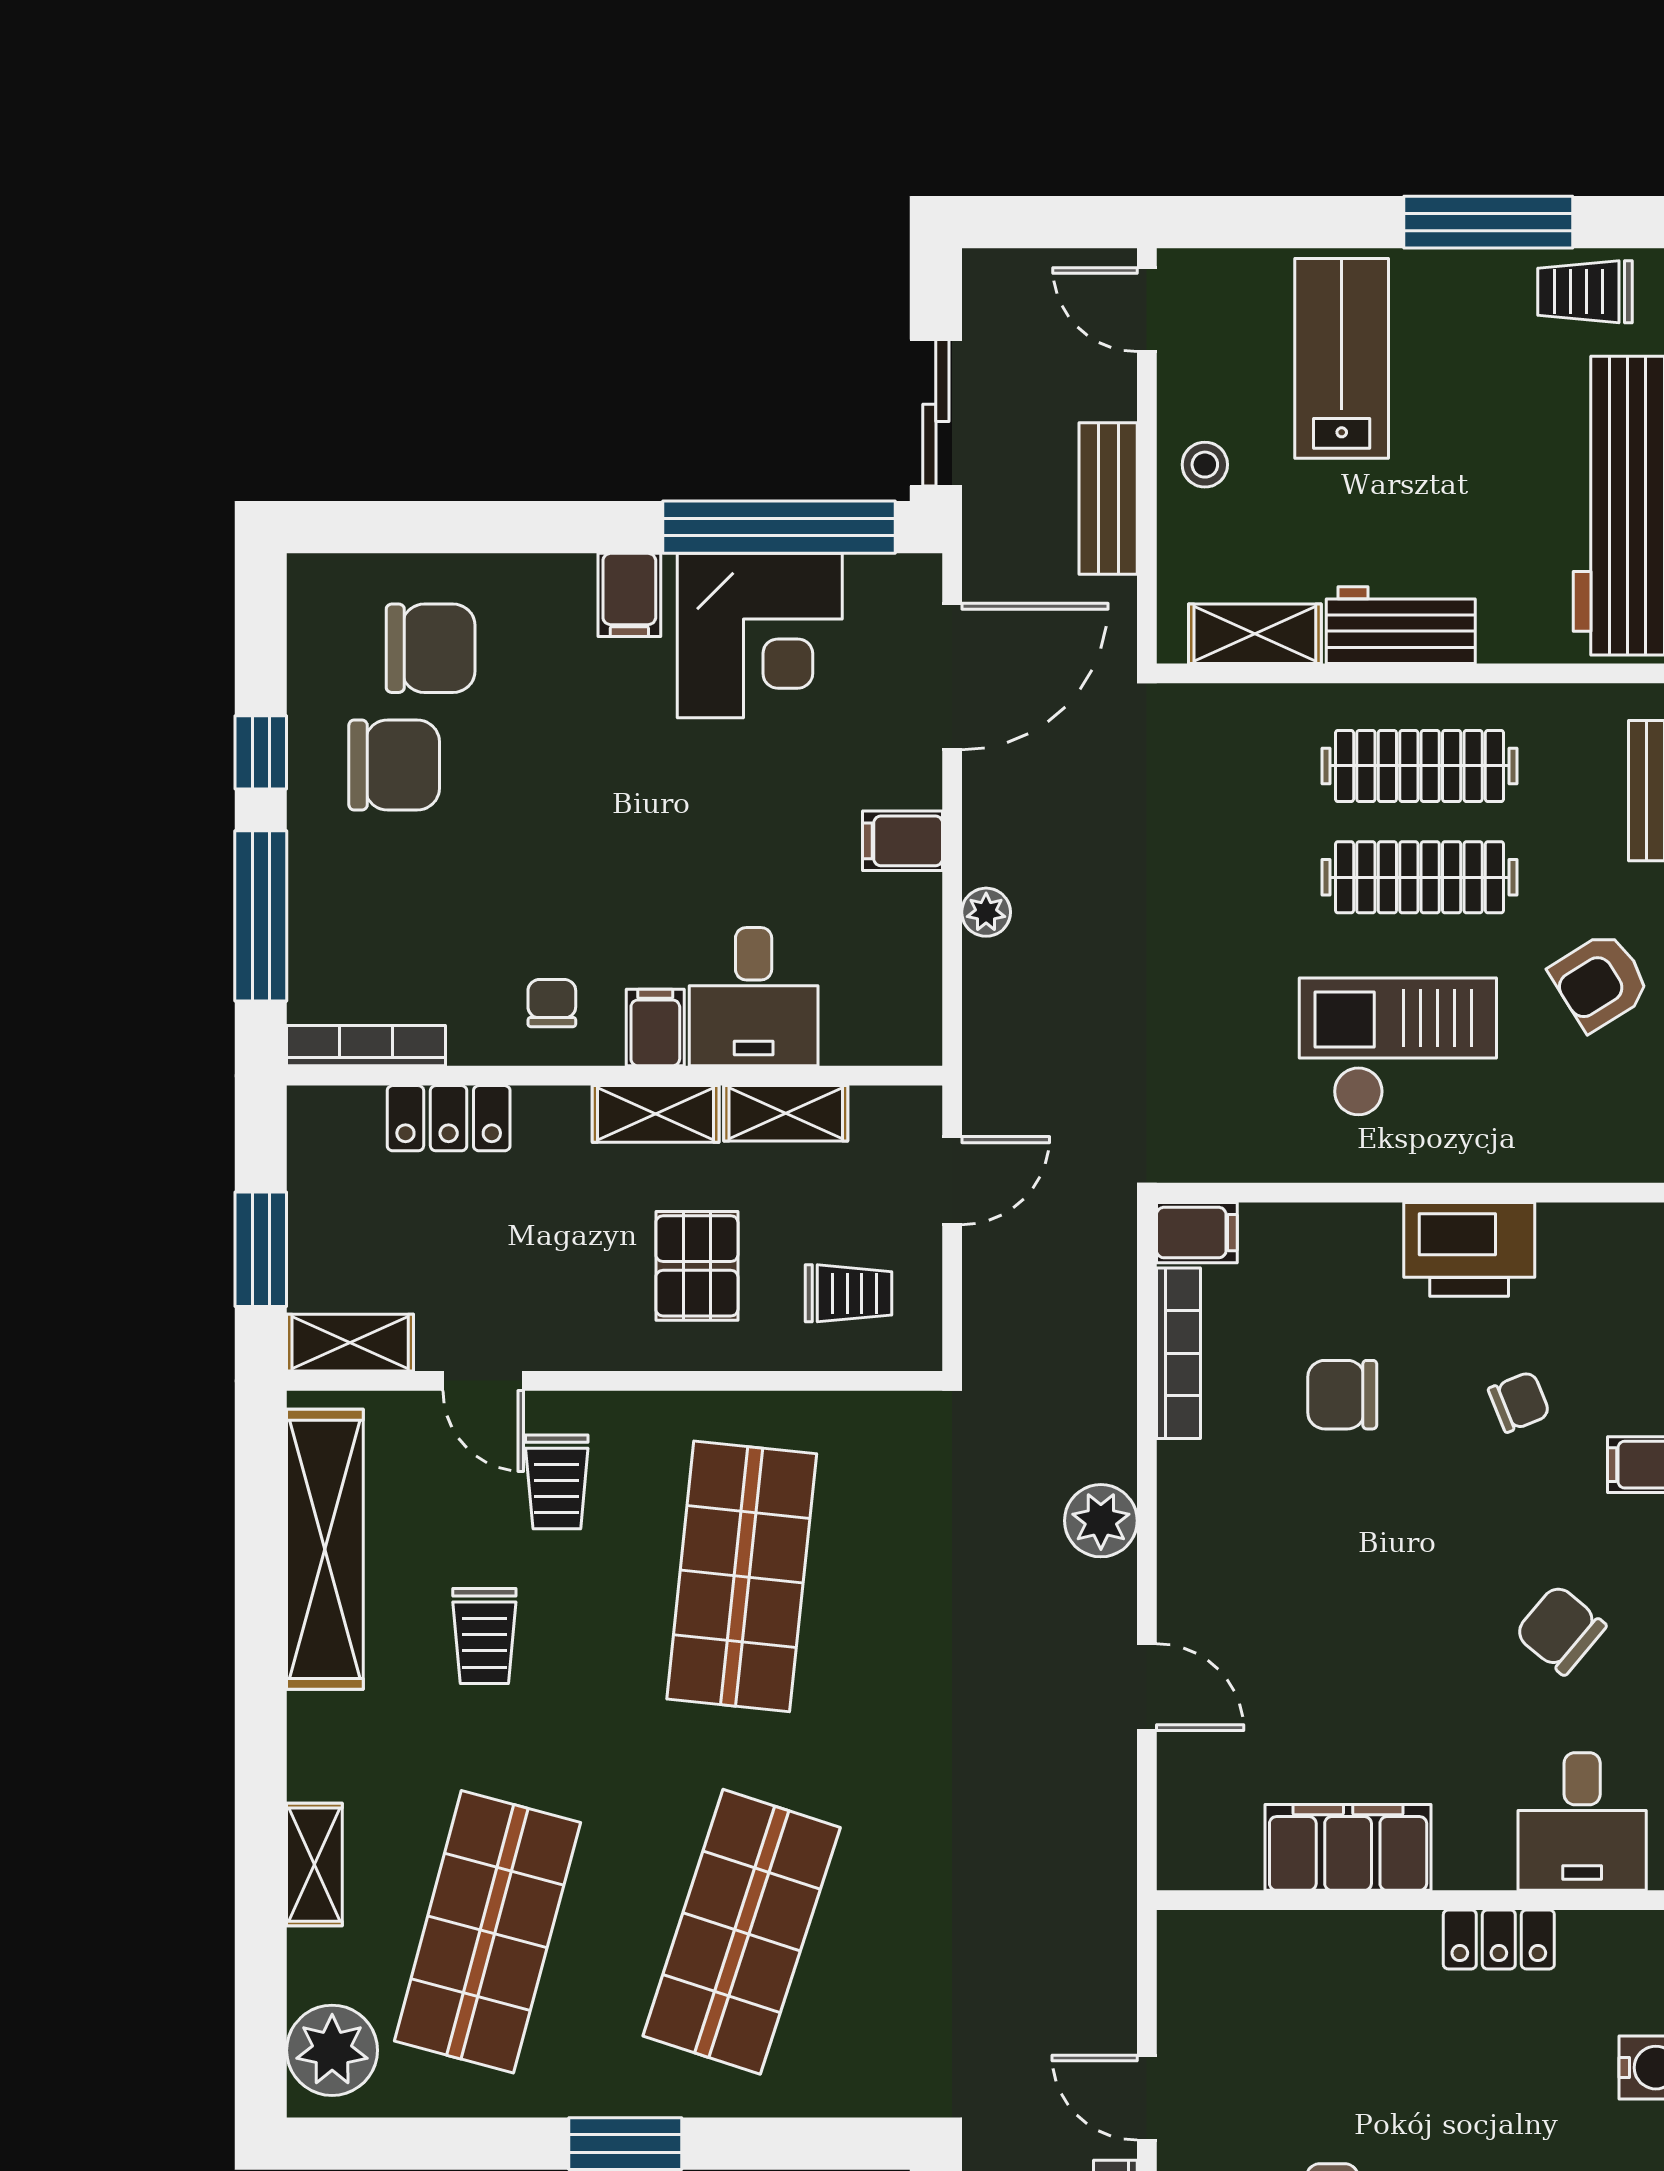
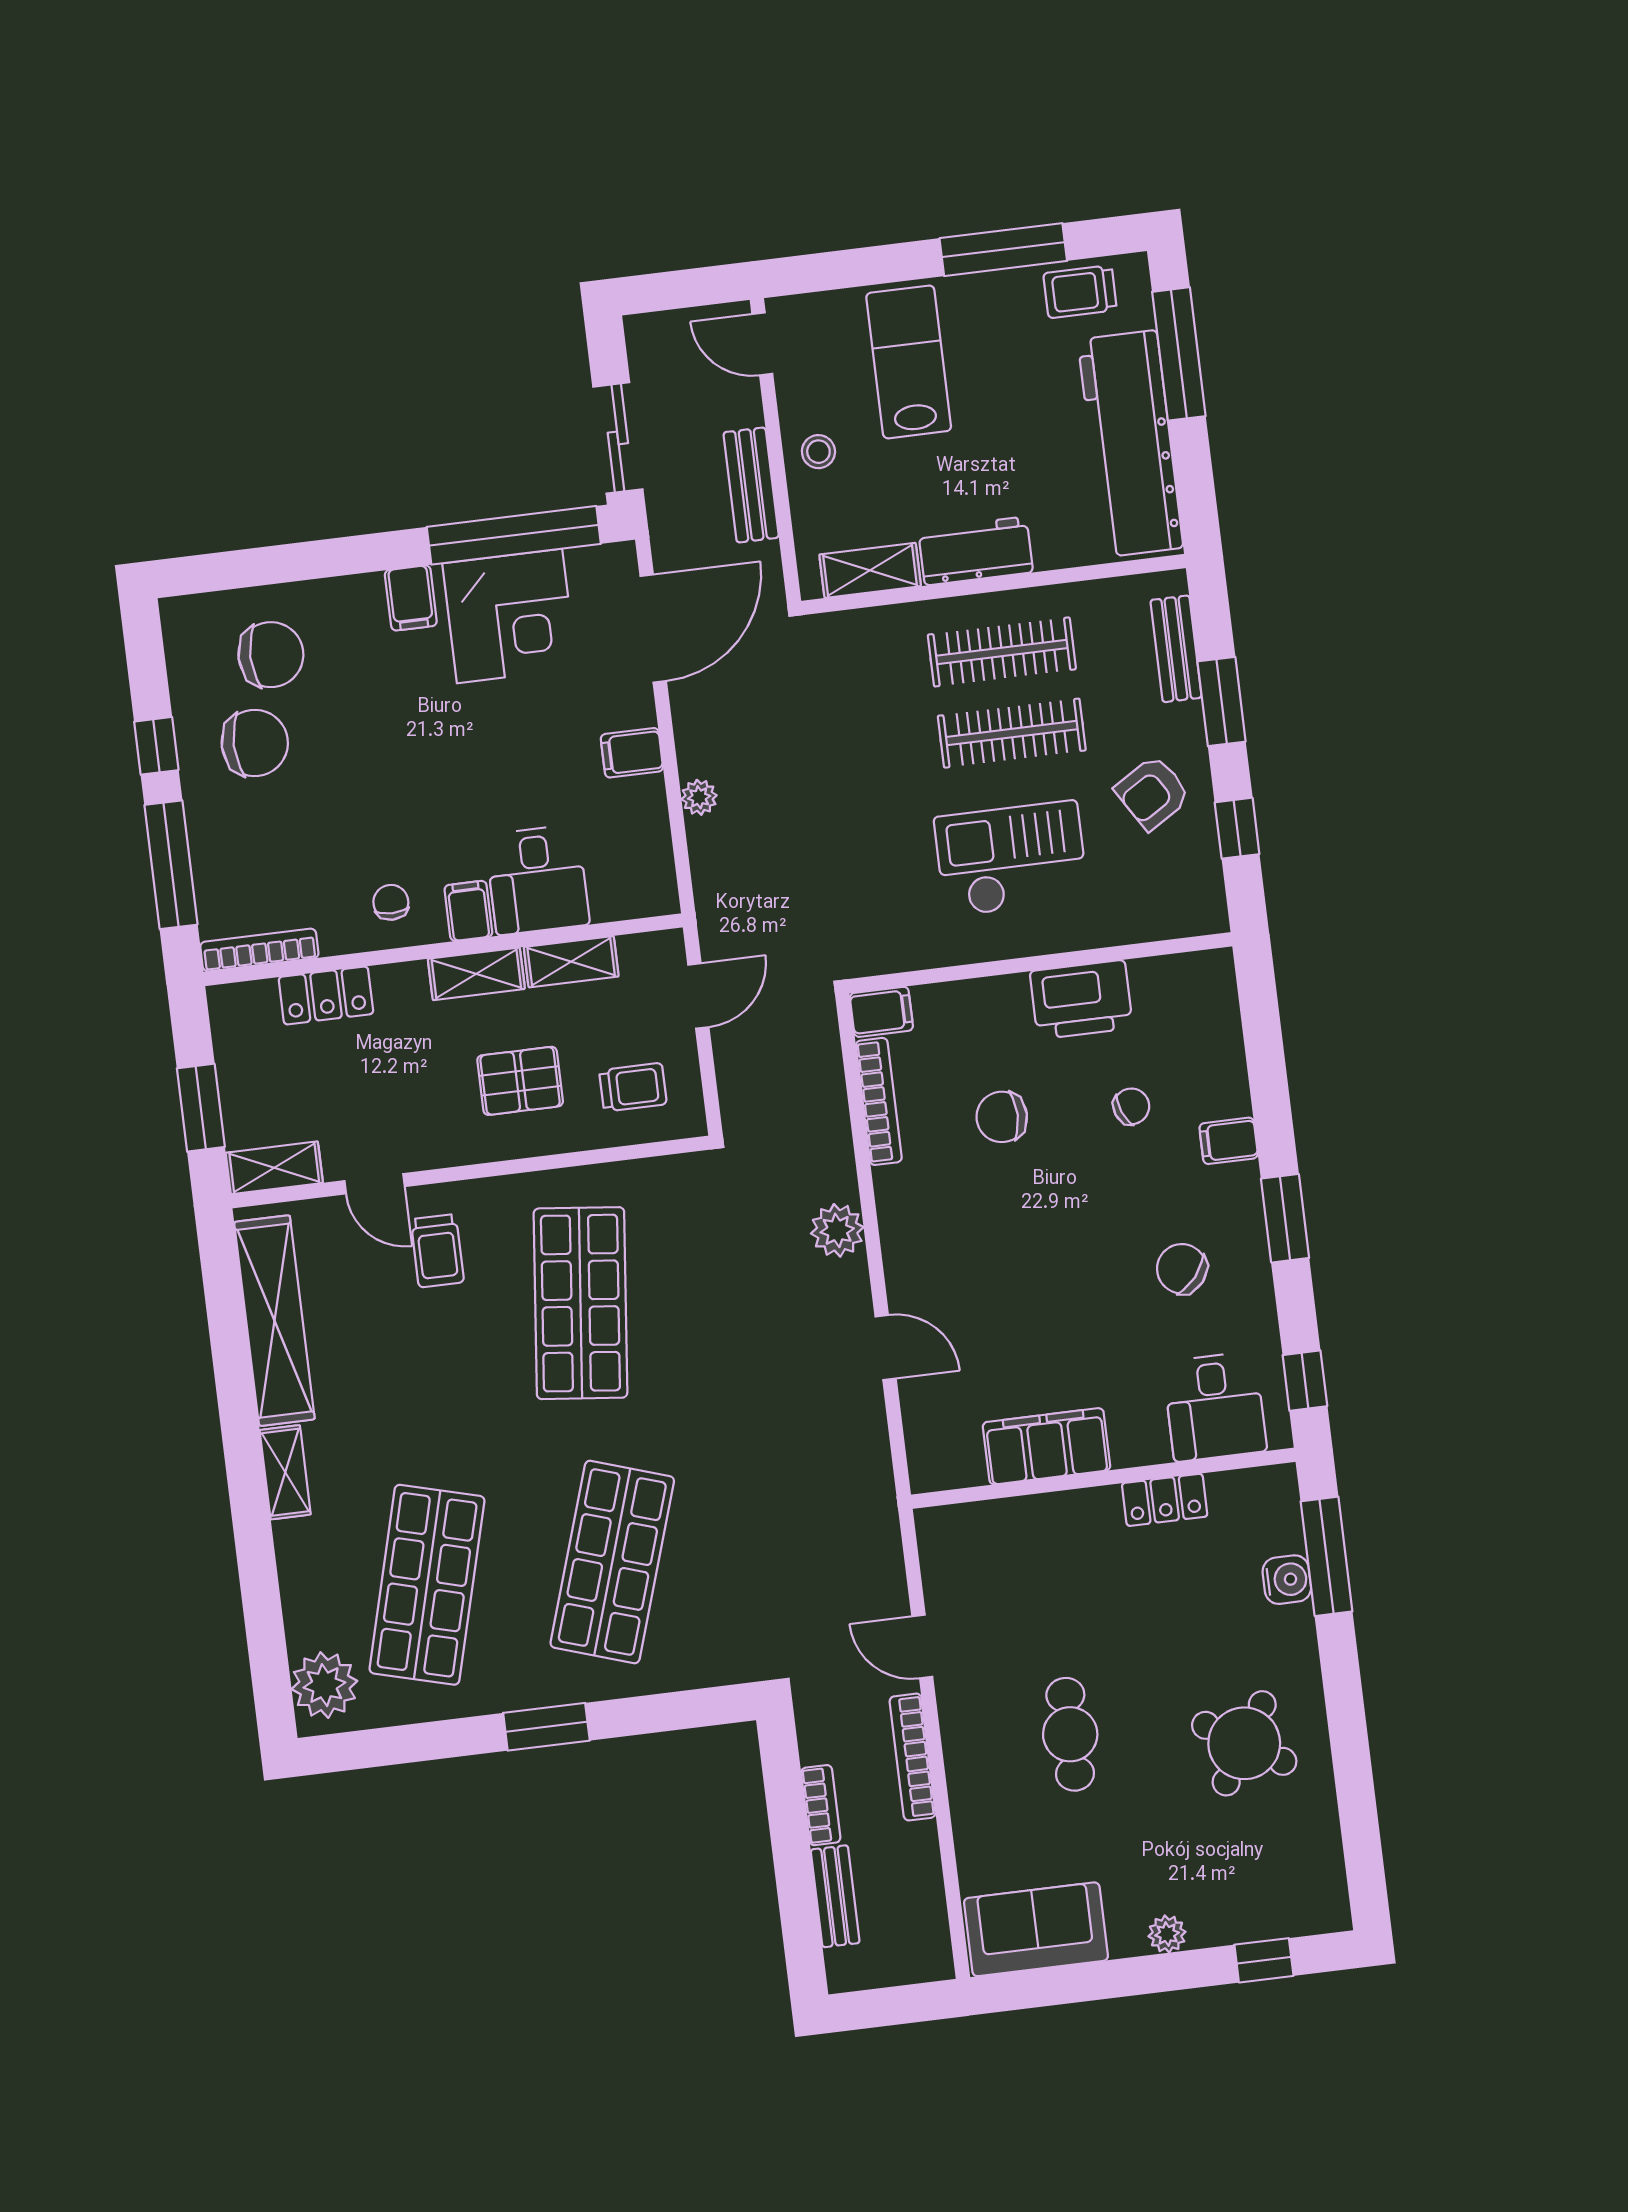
pallet: (697, 1266) -> (520, 1081), turned 90
trolley: (484, 1636) -> (398, 1370), removed
shelving: (314, 1865) -> (285, 1472), moved

